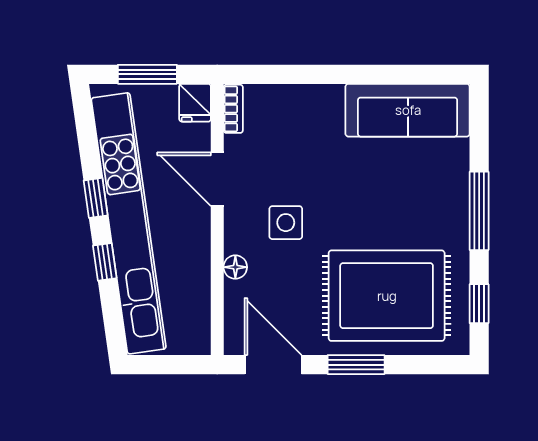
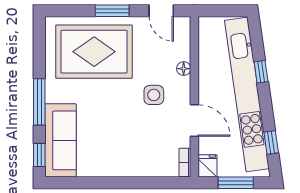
sofa: (408, 110) -> (60, 140), moved, turned 90
window: (96, 198) -> (271, 142), moved
window: (479, 304) -> (39, 155), moved
door: (273, 365) -> (161, 11), width x0.73

